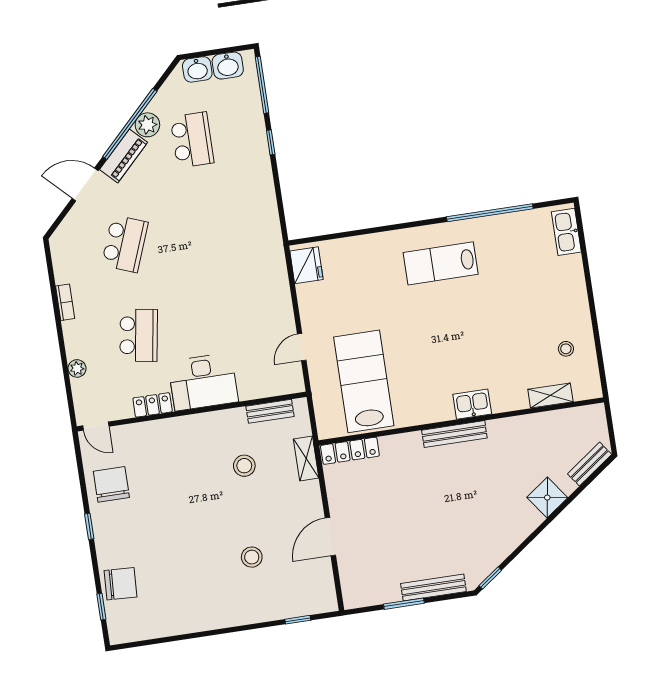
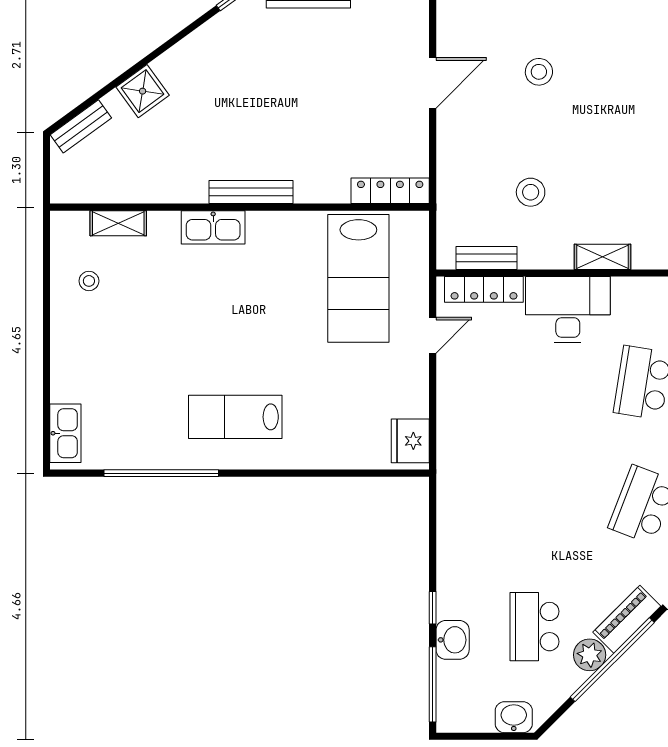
washbasin: (228, 66) -> (453, 640), moved, turned 90
lab bench: (441, 263) -> (235, 417), turned 180
kitchen sink: (472, 404) -> (213, 227), width x1.38
locker: (153, 405) -> (484, 289), moved, width x1.53
shelving: (306, 459) -> (602, 257), moved, turned 90

